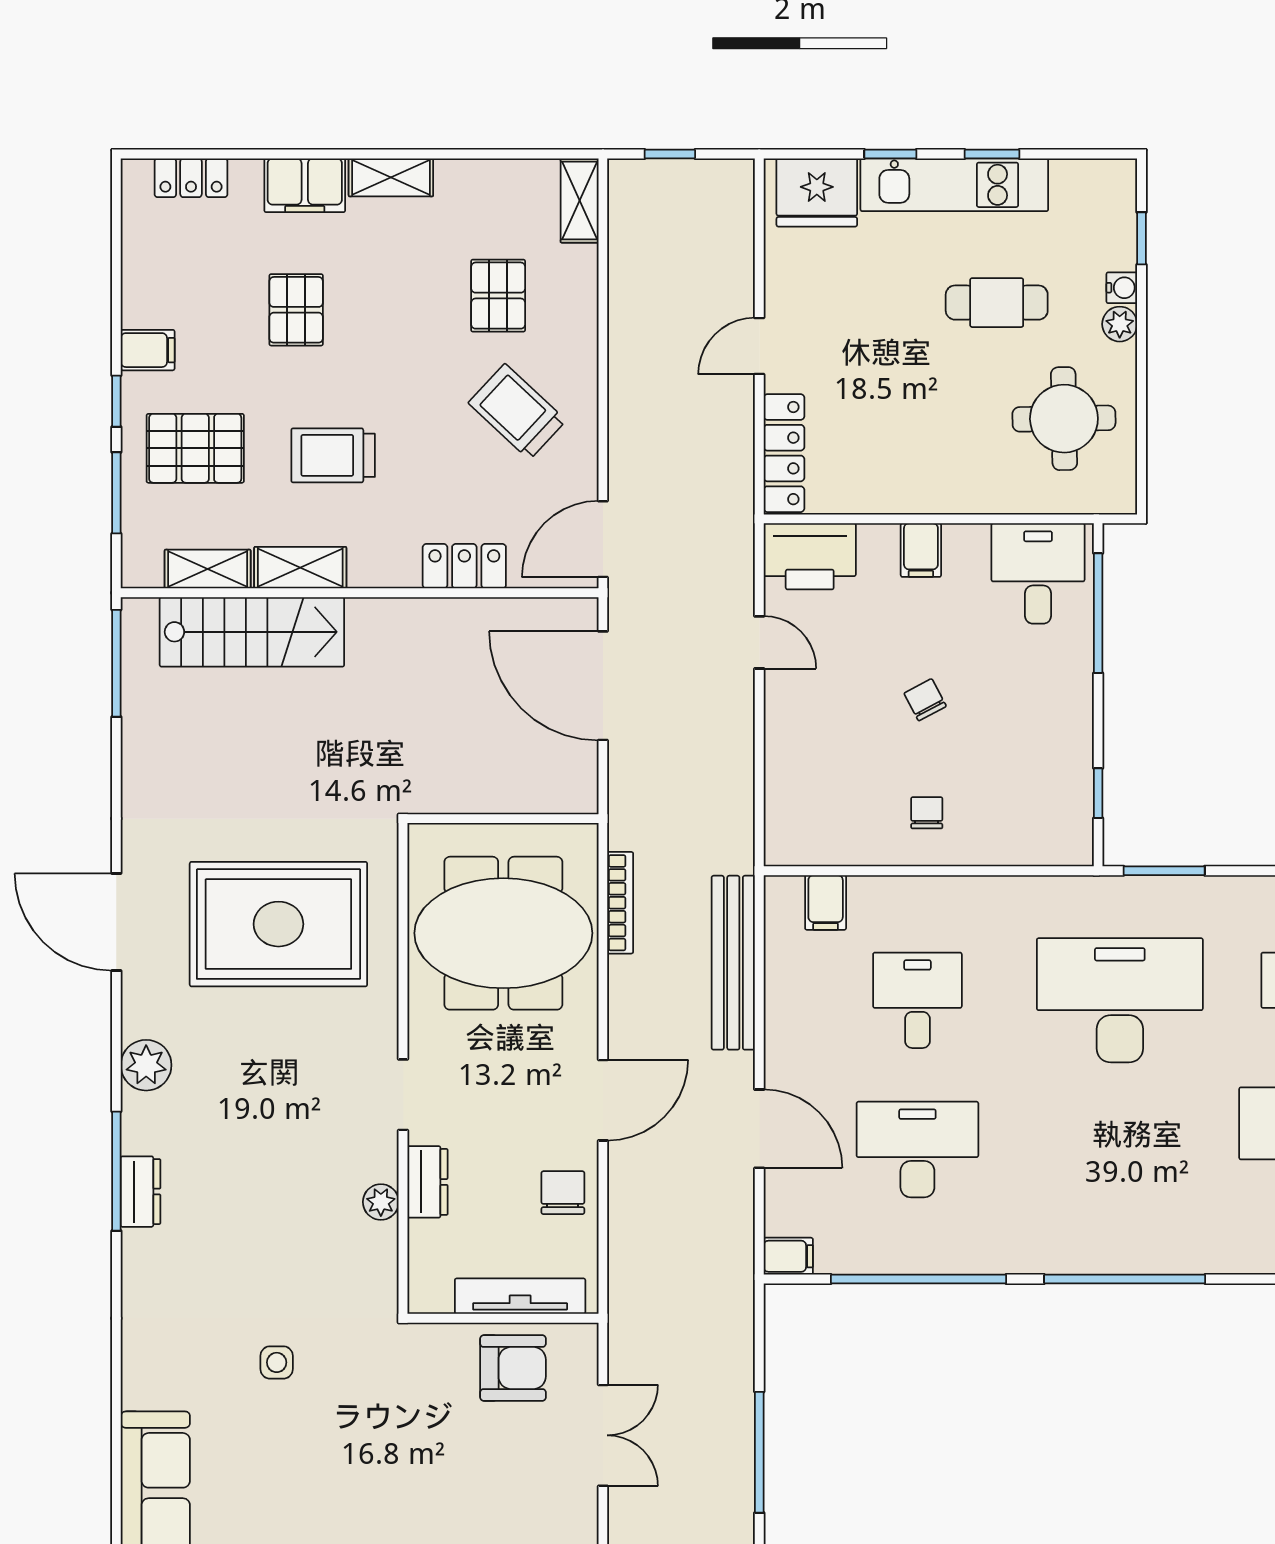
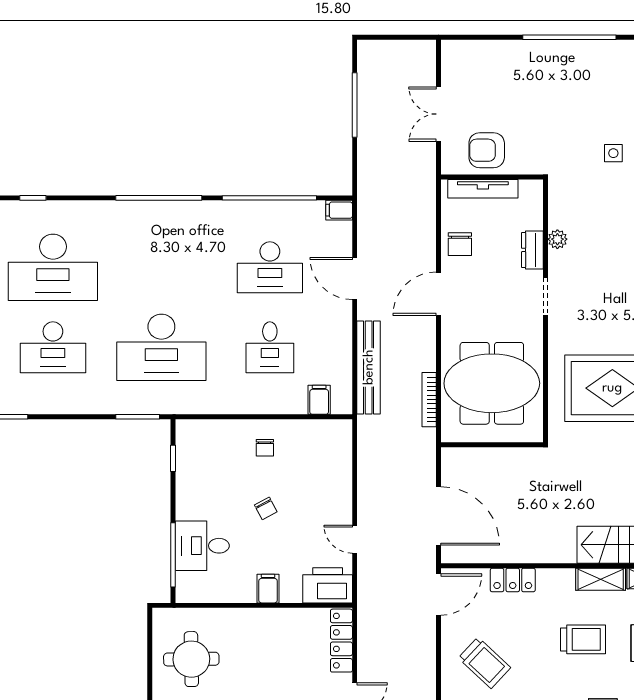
desk: (1038, 573) -> (202, 546), moved, turned 90

